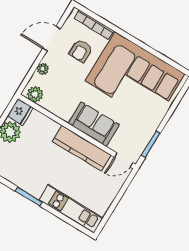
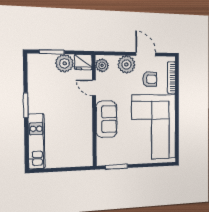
armchair: (81, 51) -> (150, 79), turned 180
plant: (43, 69) -> (126, 65), width x1.88, depth x1.88
kitchen counter: (82, 148) -> (85, 122), removed
door: (124, 160) -> (94, 88), moved

